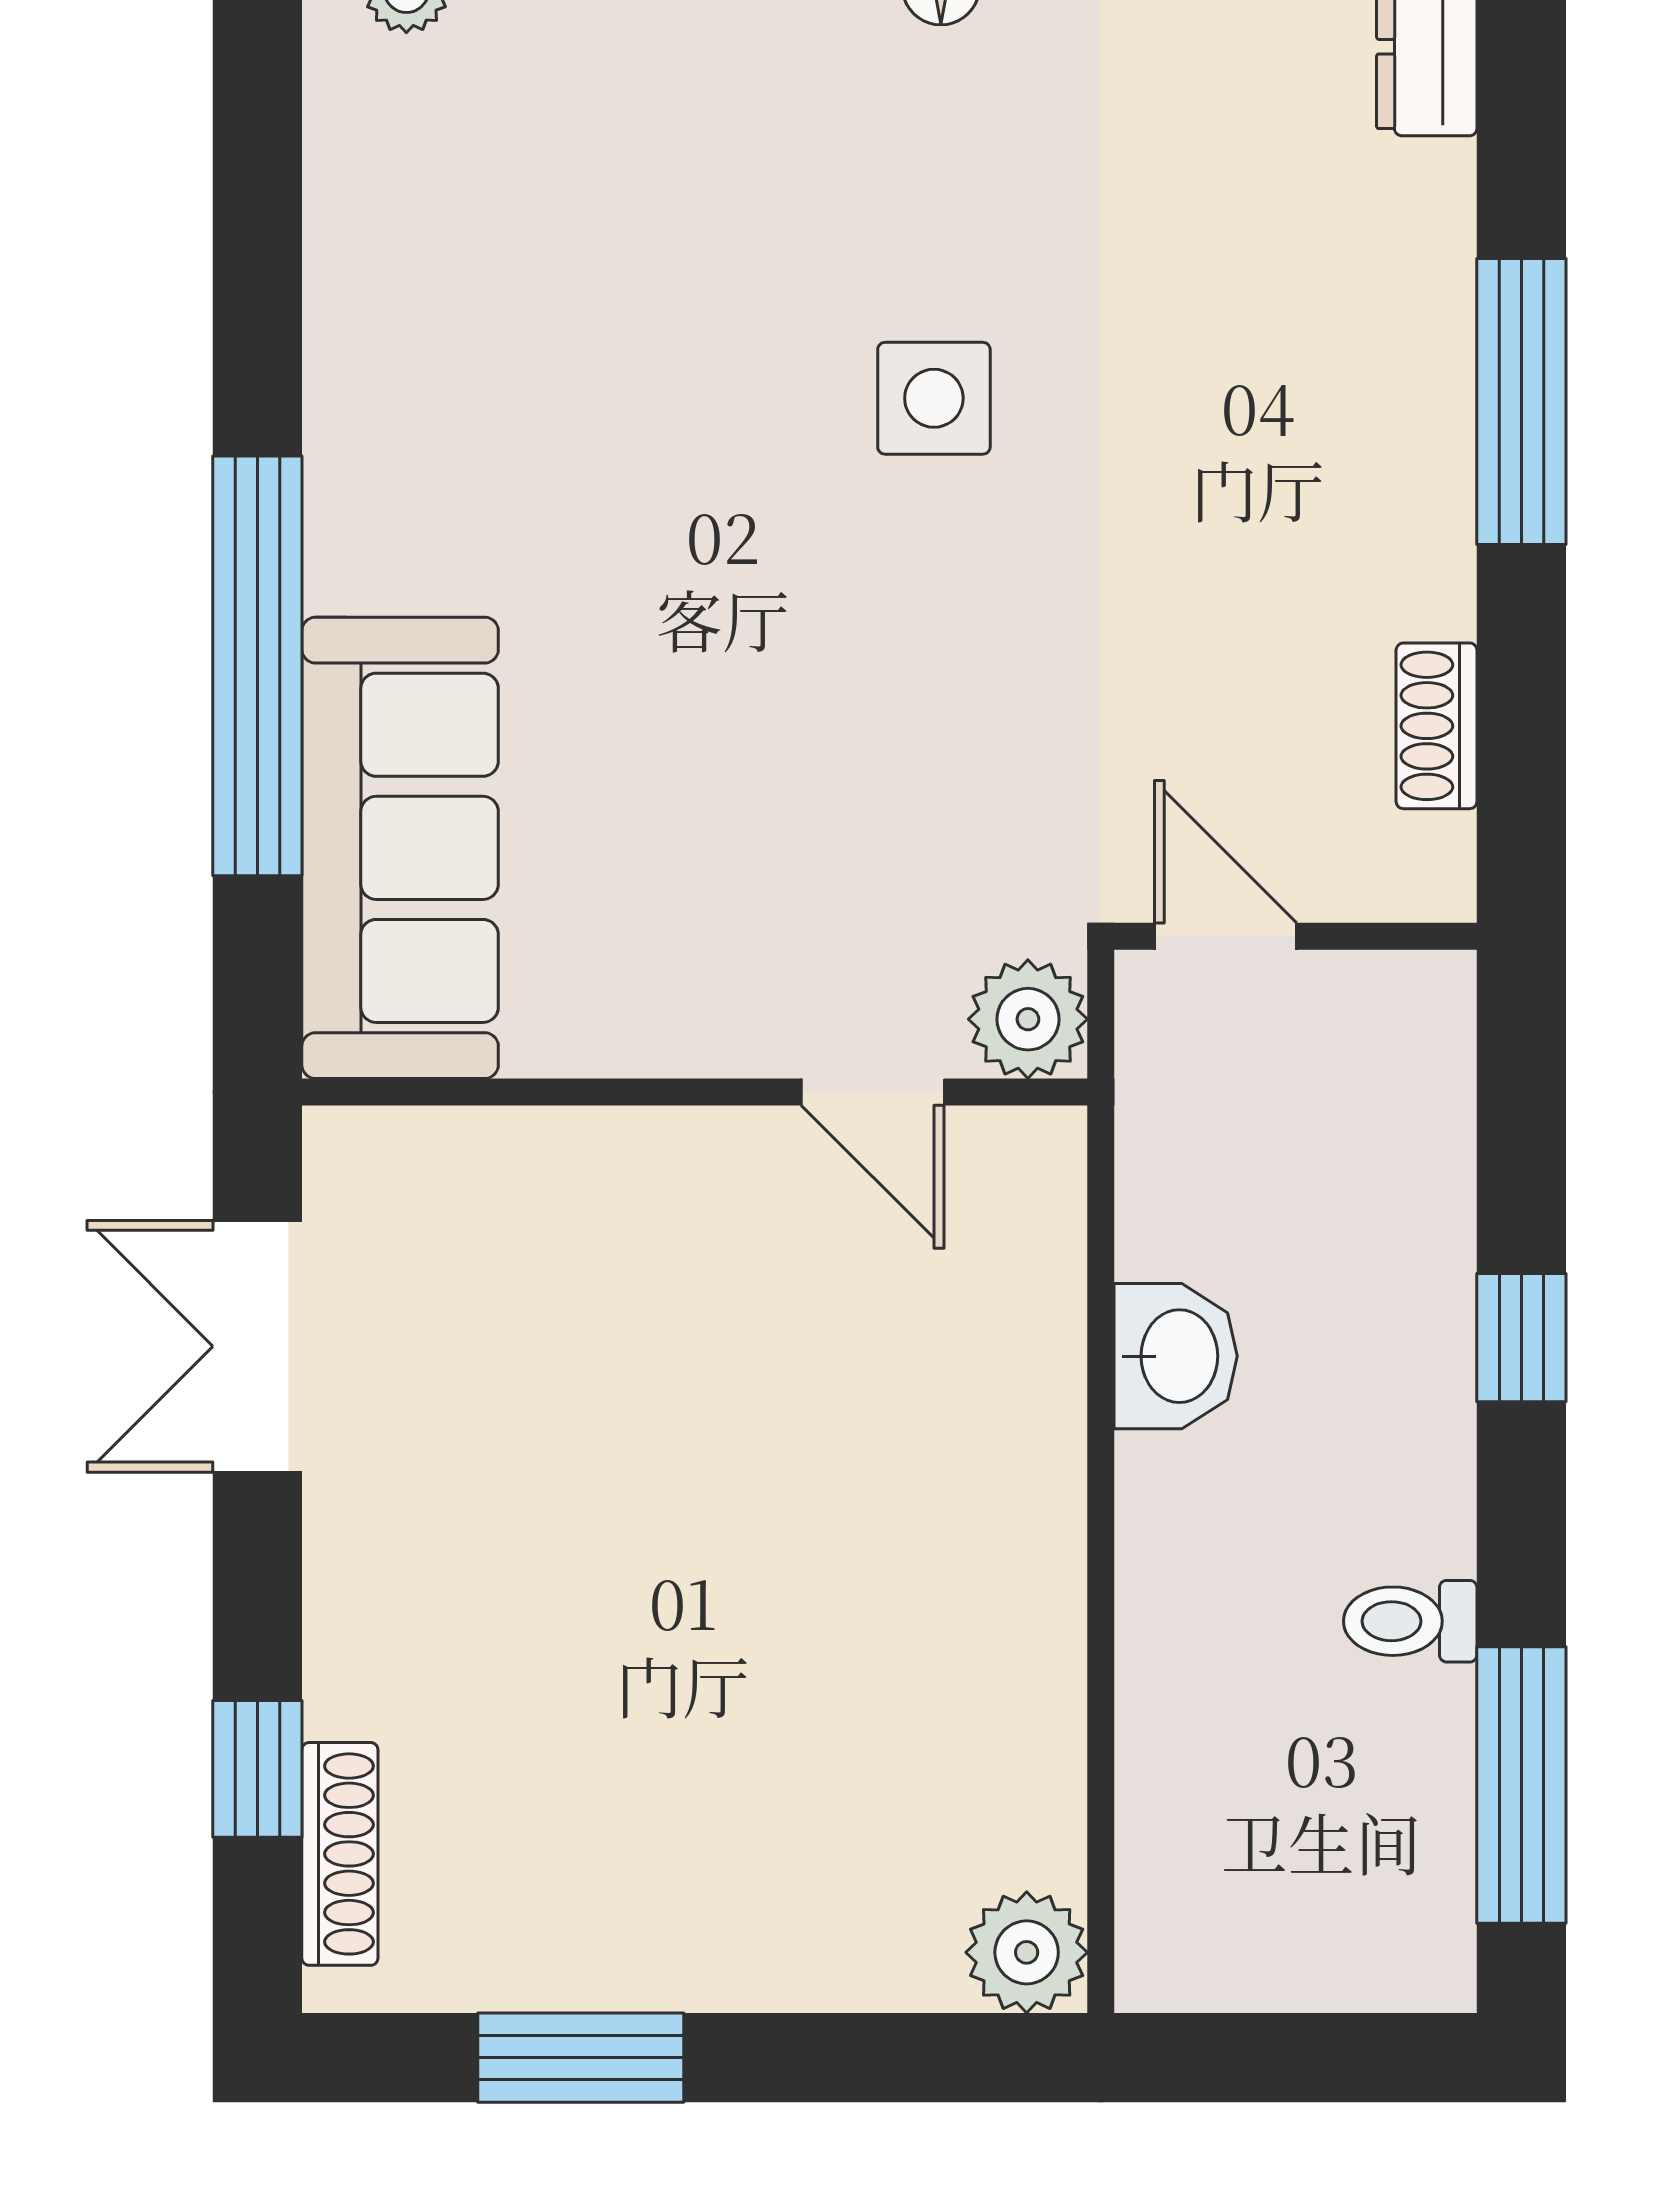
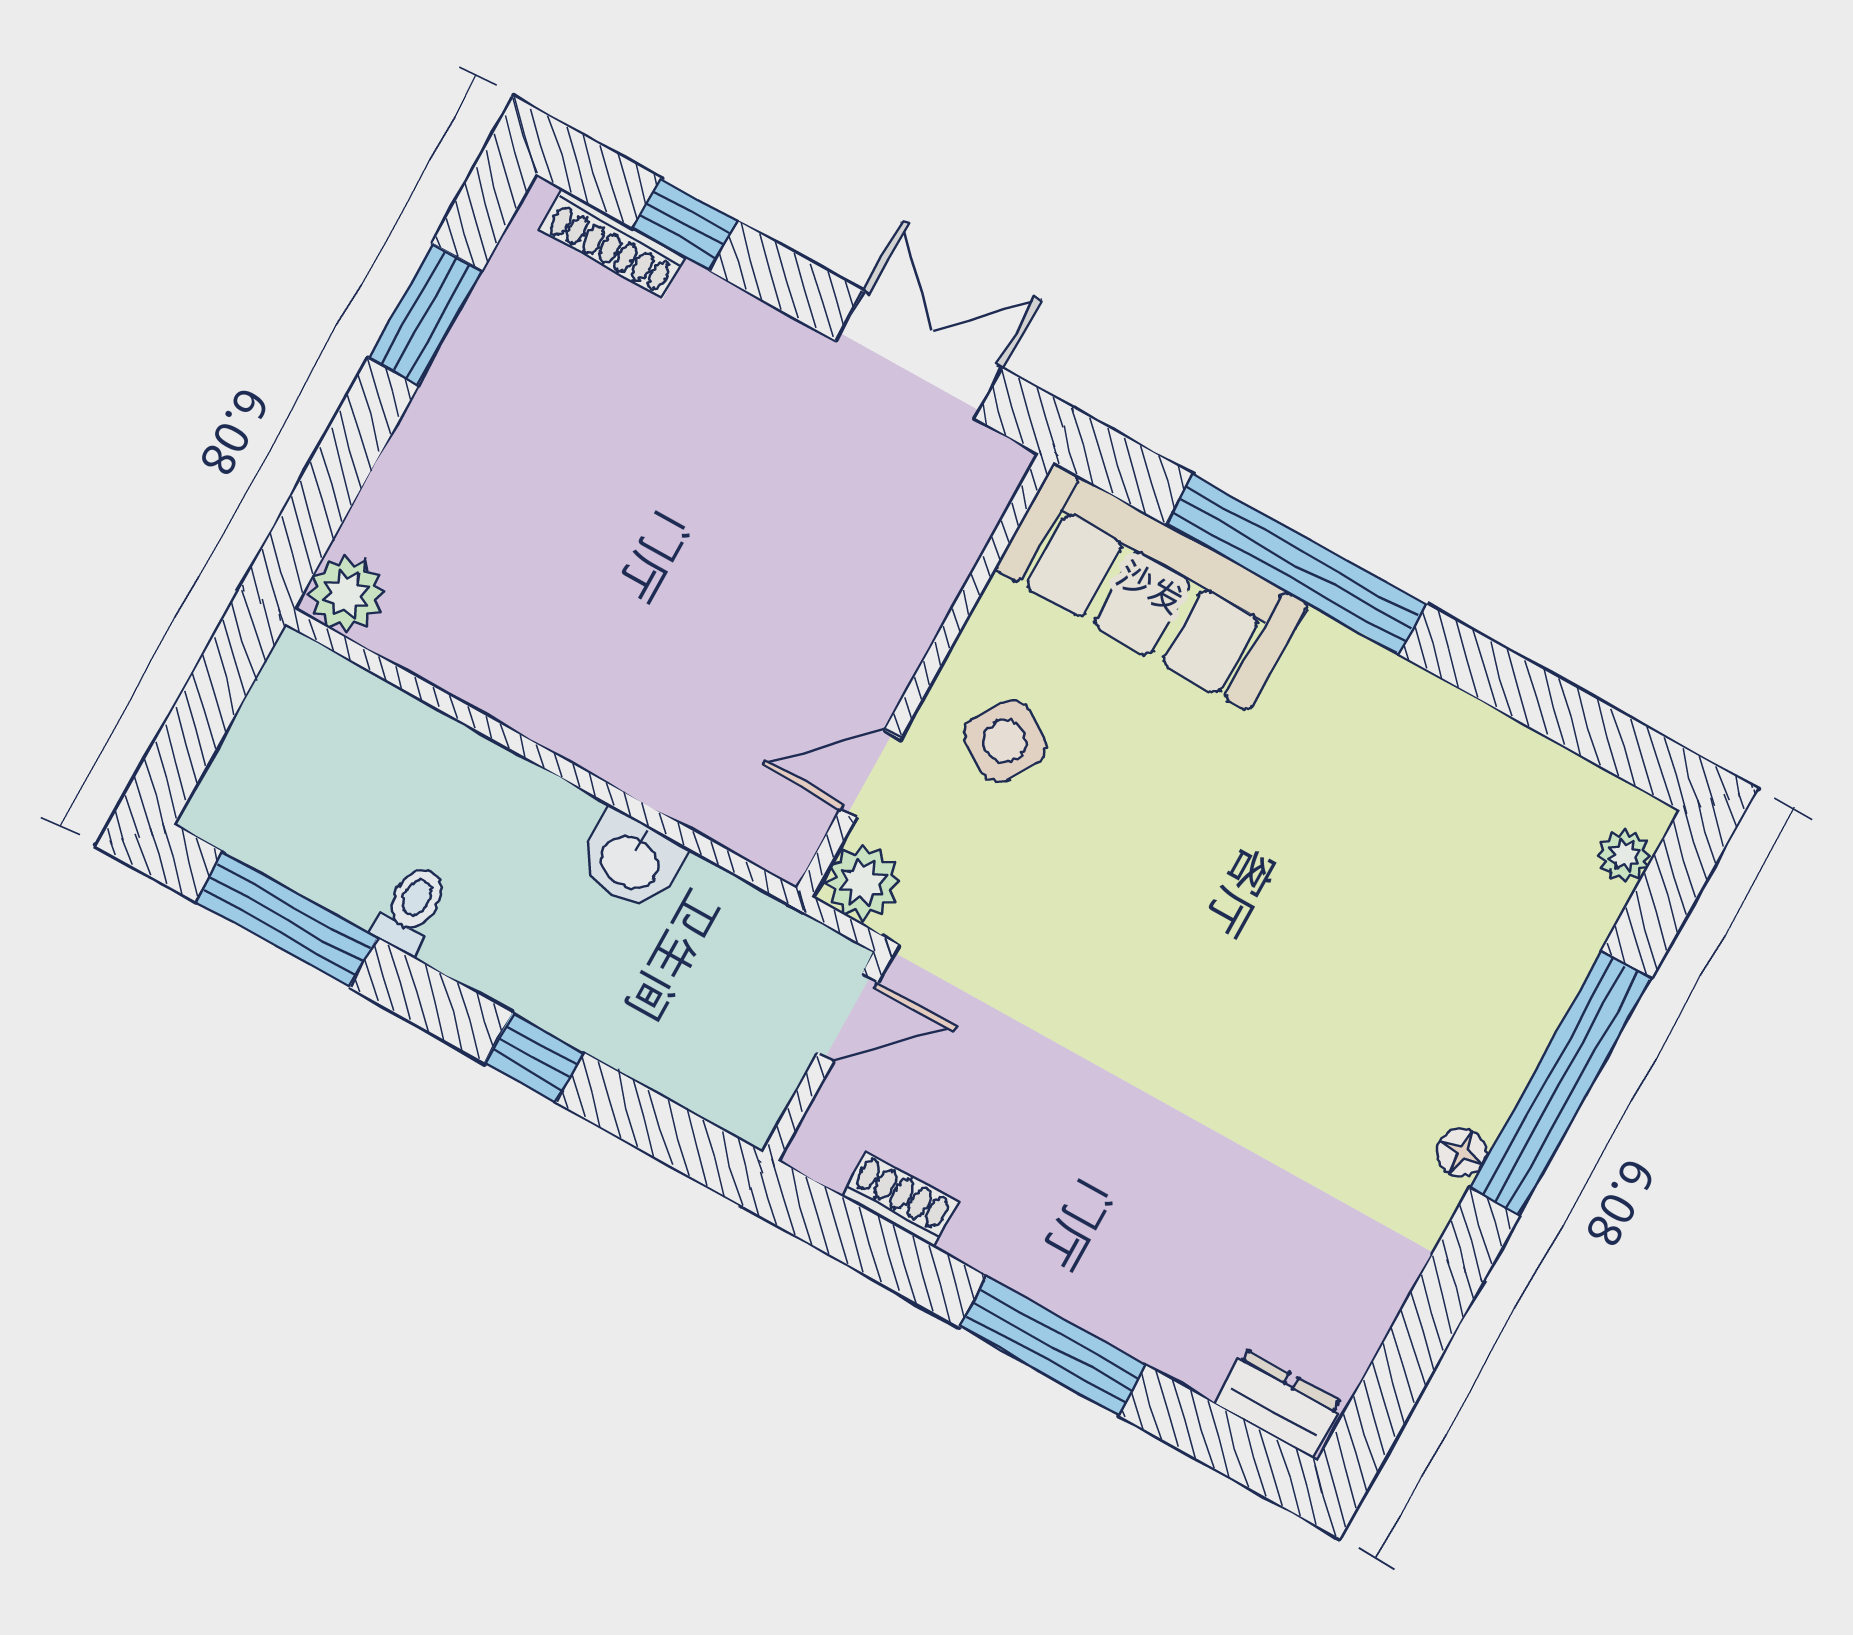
side table: (934, 398) -> (1005, 741), moved, turned 32

